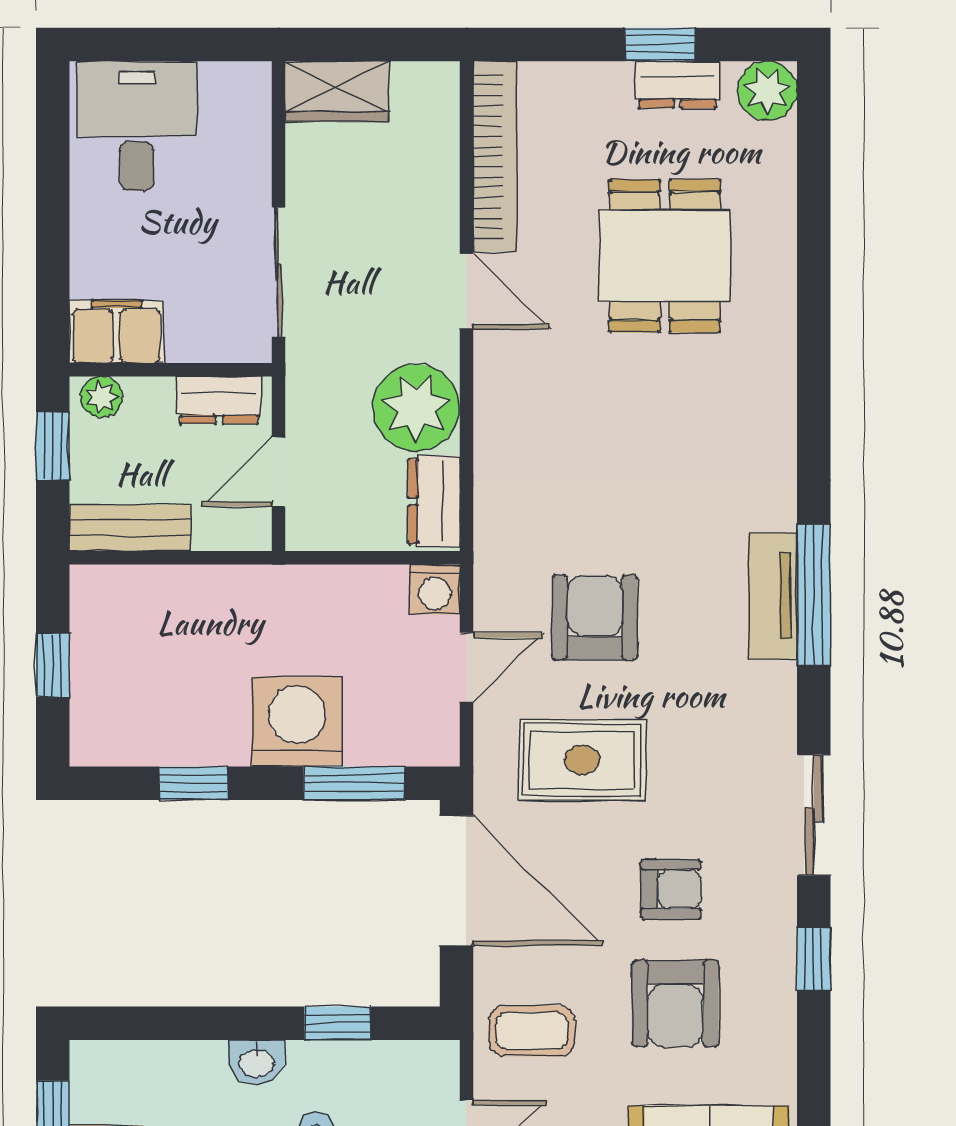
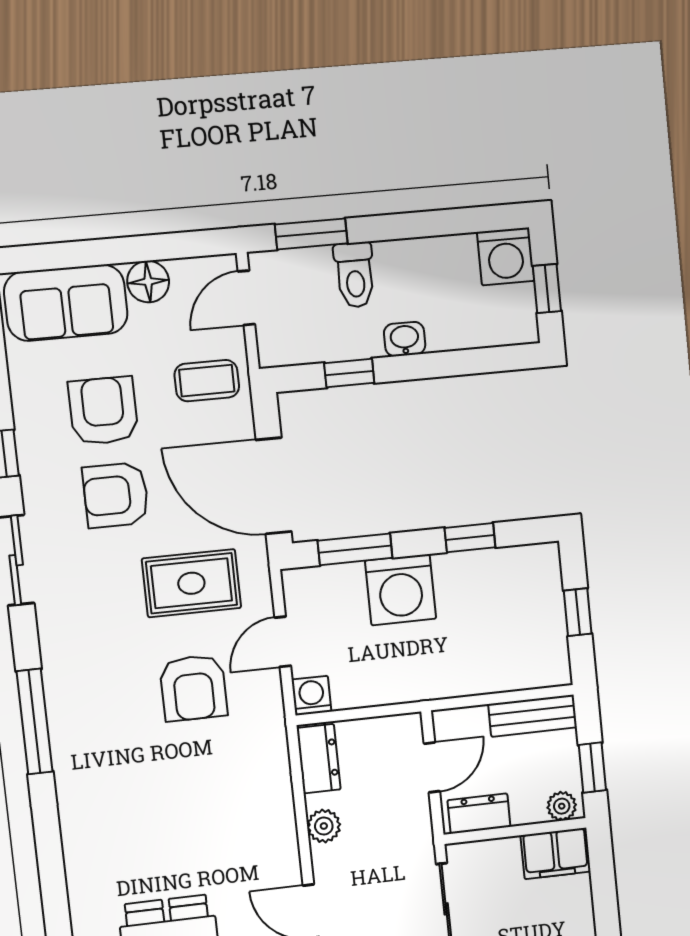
plant: (416, 408) -> (324, 826), width x0.53, depth x0.53
tv unit: (773, 596) -> (65, 718), removed
armchair: (671, 889) -> (116, 495), width x1.38, depth x1.38

